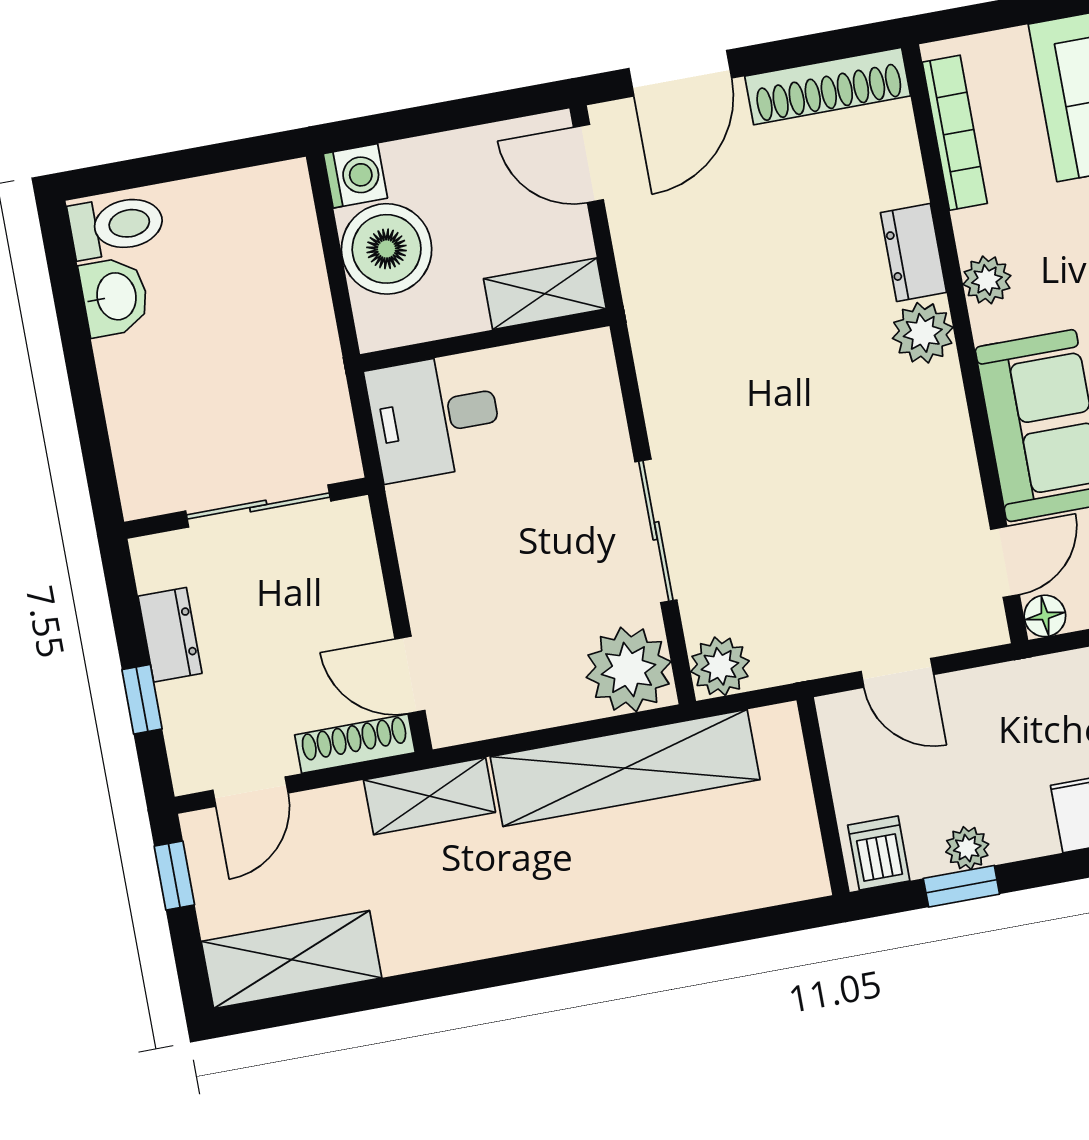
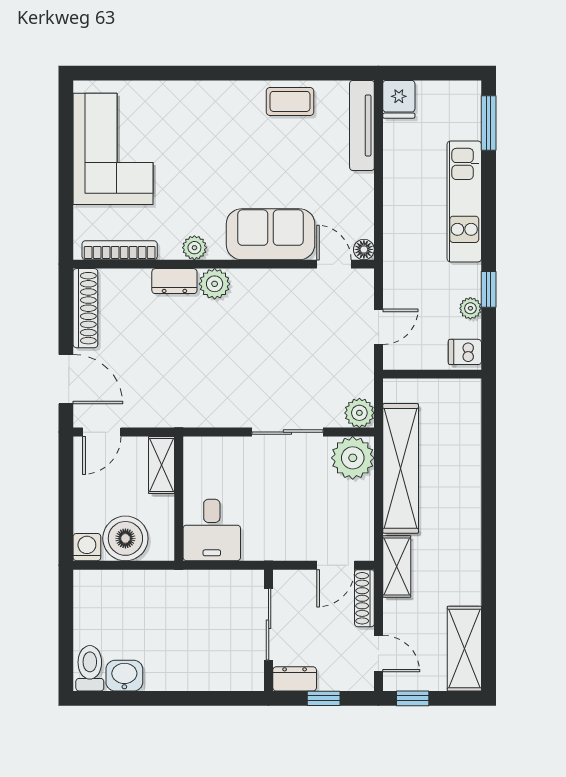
sliding door: (258, 506) -> (269, 624), moved
wall: (246, 508) -> (269, 630), moved
window: (961, 886) -> (489, 289), moved

